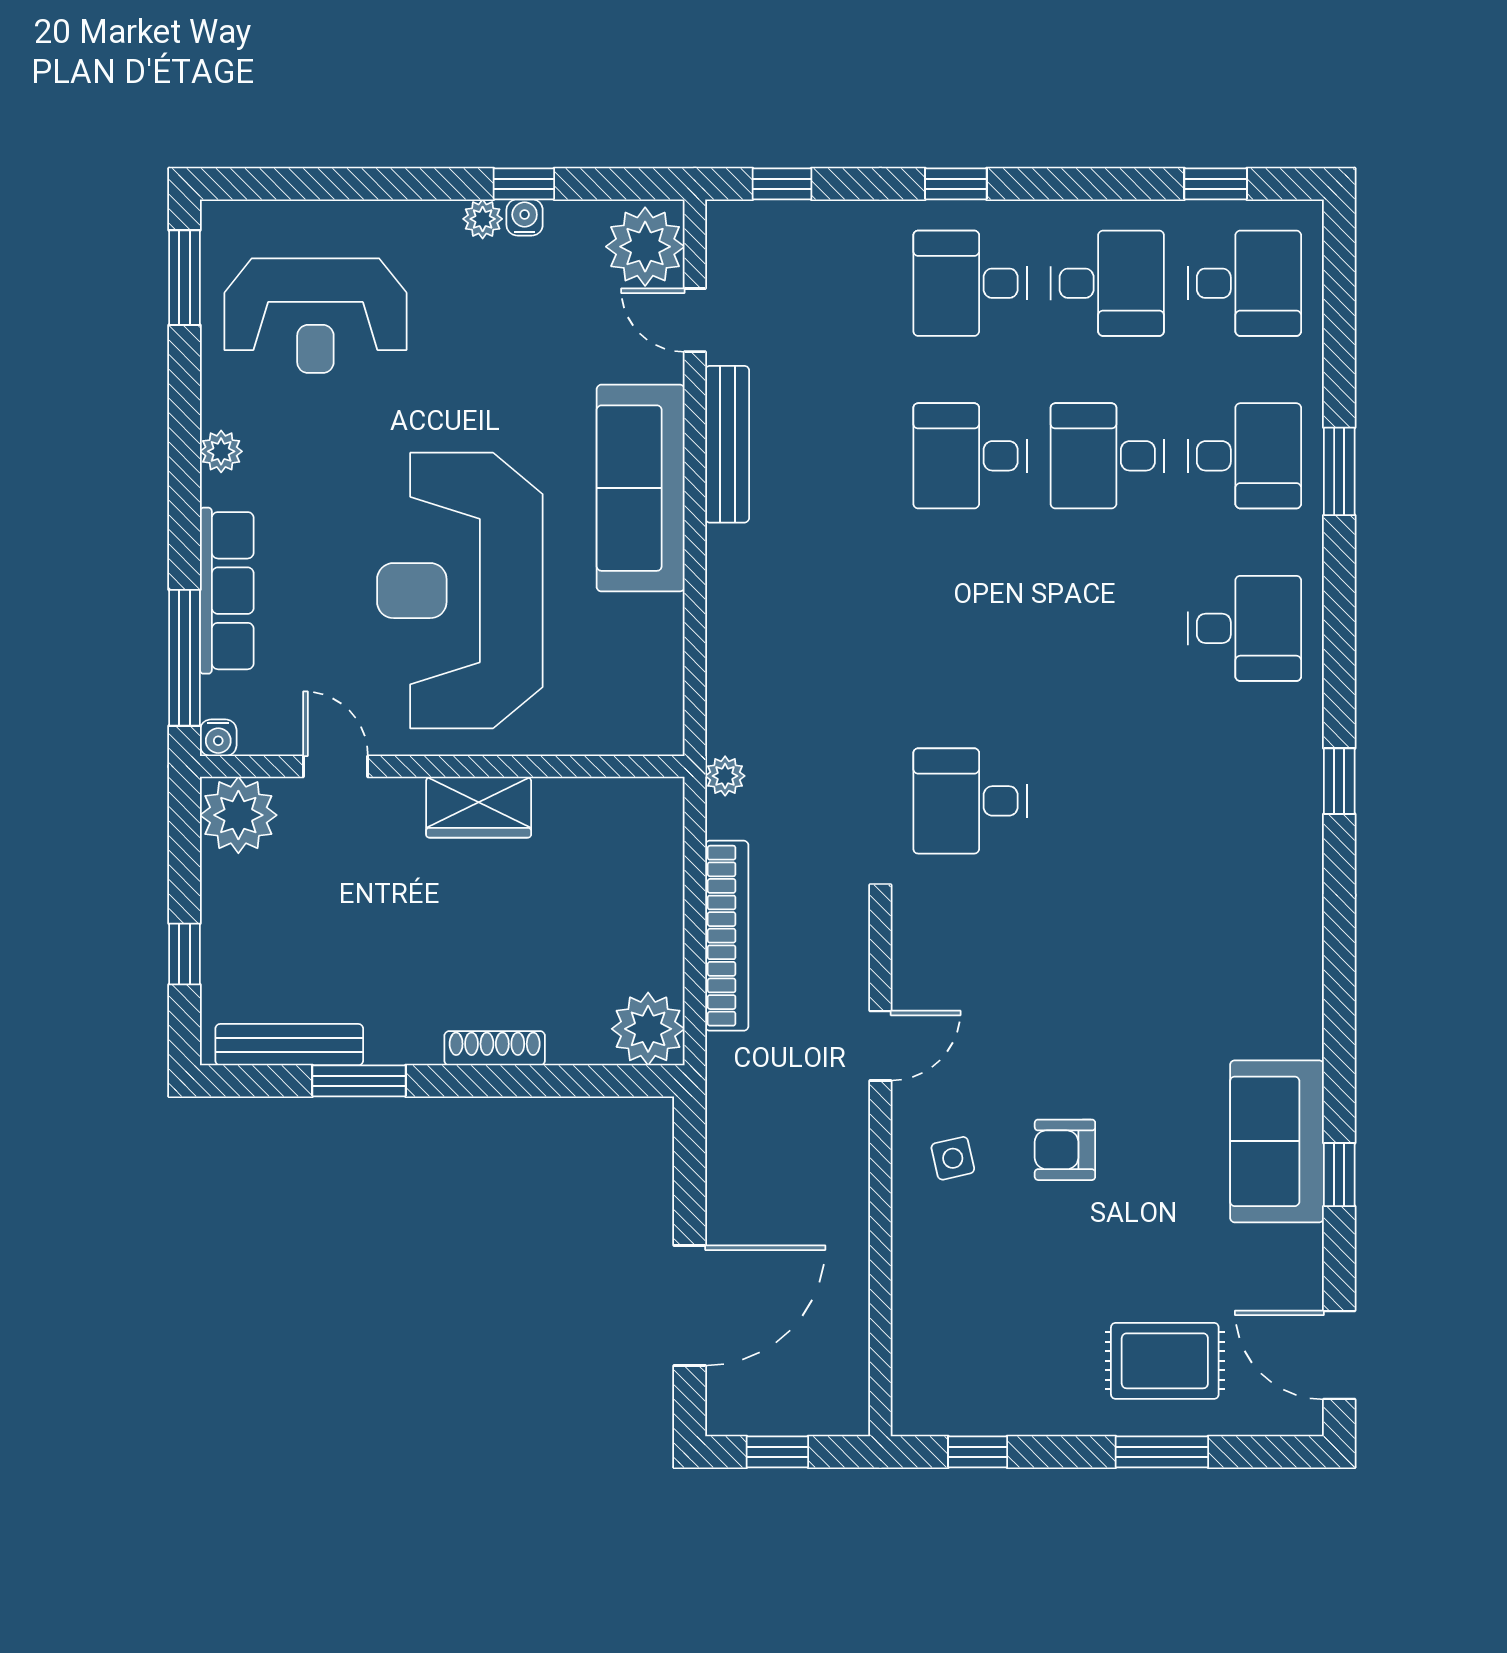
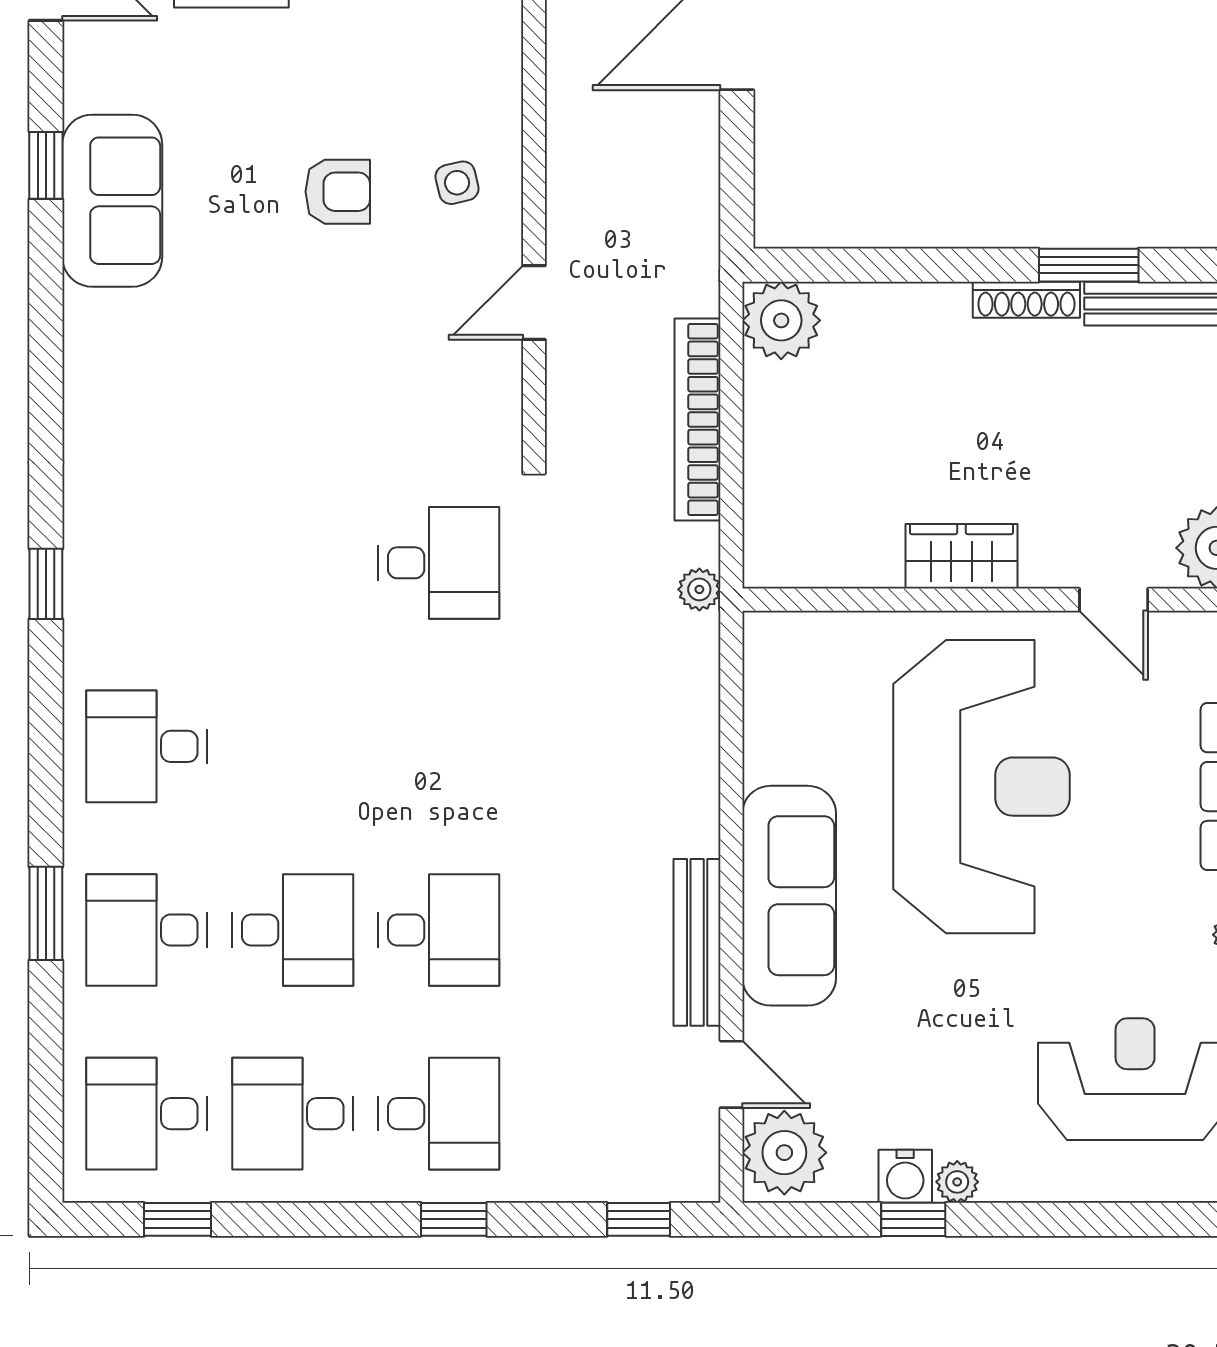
water cooler: (525, 217) -> (905, 1176), width x1.38, depth x1.38
shoe rack: (495, 1048) -> (1026, 300), moved

